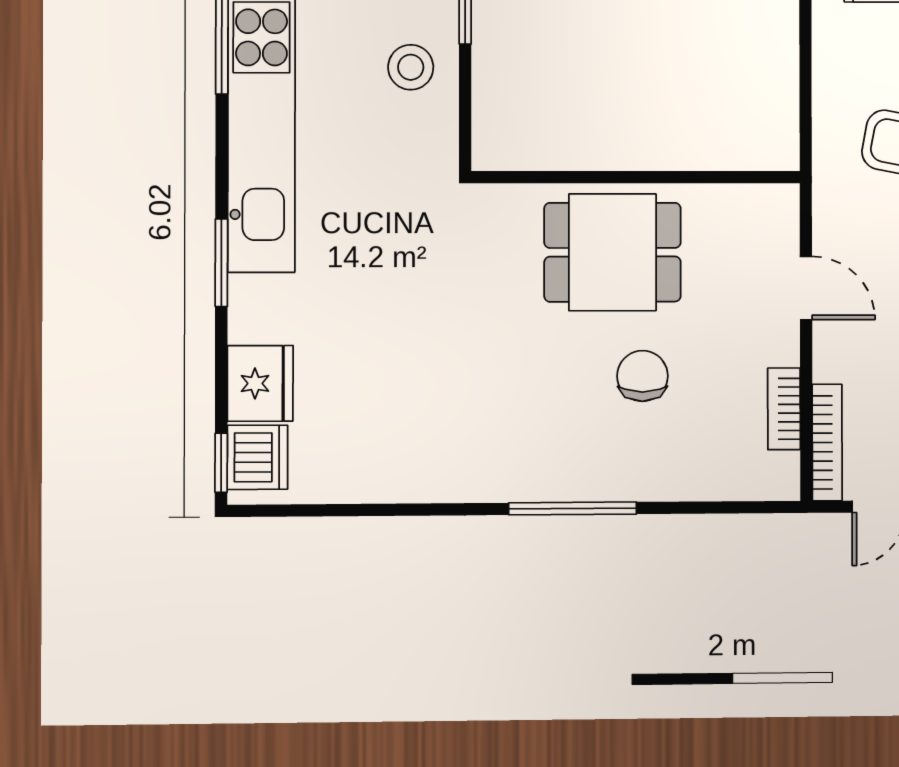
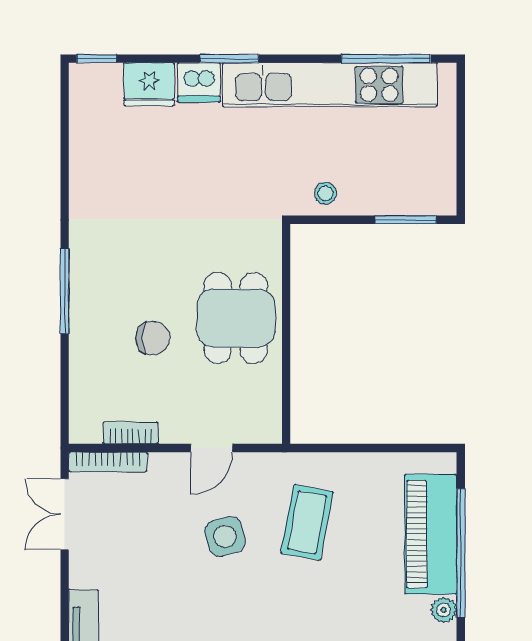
stool: (411, 67) -> (326, 193), moved, width x0.73, depth x0.73
dishwasher: (257, 457) -> (199, 82), moved

